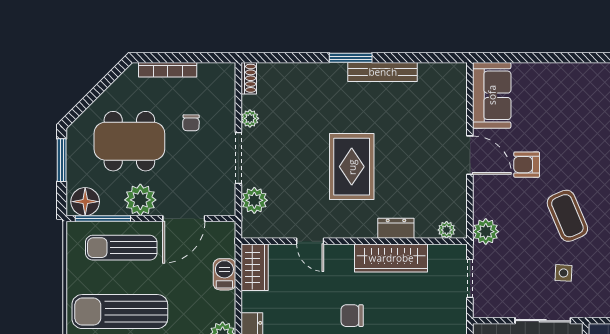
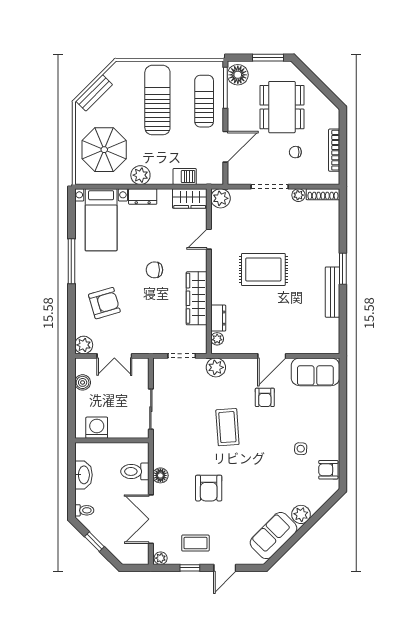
bookcase: (168, 70) -> (334, 150), moved
shoe rack: (249, 78) -> (323, 194), width x1.43
armchair: (527, 165) -> (265, 397), turned 180
plant: (140, 200) -> (239, 115), removed
plant: (254, 200) -> (221, 198), moved
coffee table: (567, 216) -> (227, 427), turned -71
door: (184, 218) -> (225, 147), swing flipped
dresser: (396, 228) -> (218, 318), moved
side table: (564, 273) -> (301, 449), moved
chair: (352, 316) -> (154, 270), turned -90

